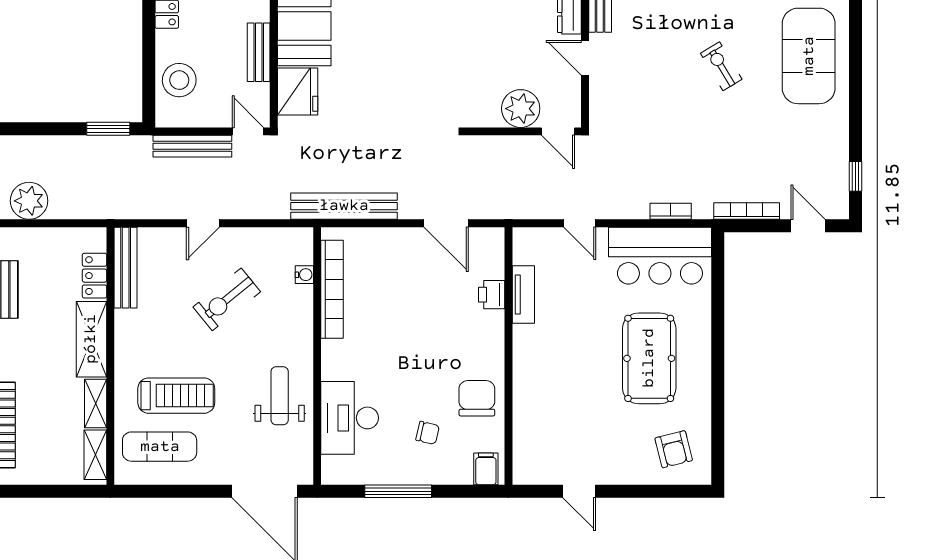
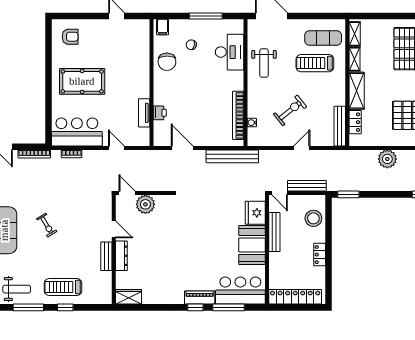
bench: (259, 52) -> (274, 232), width x1.36
pool table: (649, 358) -> (82, 81), turned 90
armchair: (674, 449) -> (70, 37), turned 104

